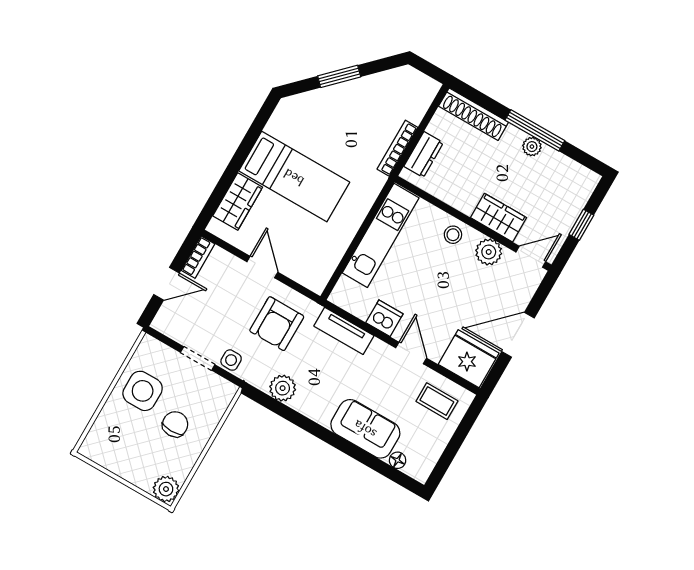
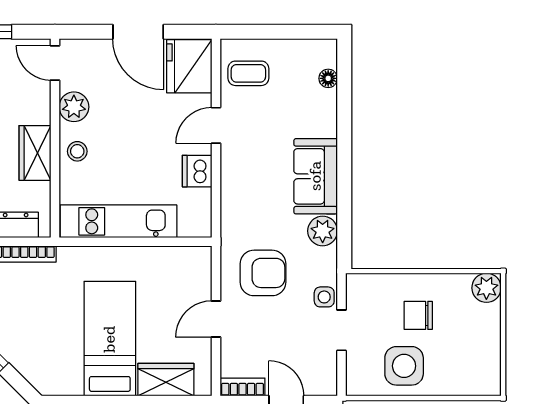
wardrobe: (498, 218) -> (35, 153), moved
tv unit: (344, 331) -> (232, 203), removed
coffee table: (437, 401) -> (248, 73), turned 90
sofa: (365, 429) -> (316, 176), moved

